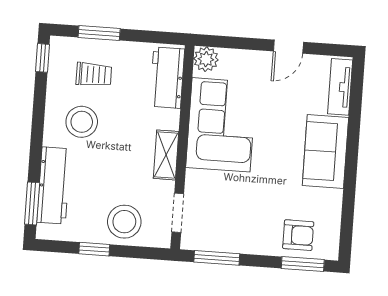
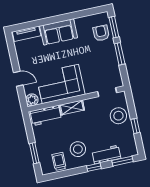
door: (288, 47) -> (18, 79), moved
window: (43, 58) -> (94, 167), moved
trolley: (94, 74) -> (59, 161), moved
shelving: (166, 155) -> (72, 108), moved
workbench: (54, 185) -> (106, 155), width x0.73
window: (217, 258) -> (120, 54), moved

